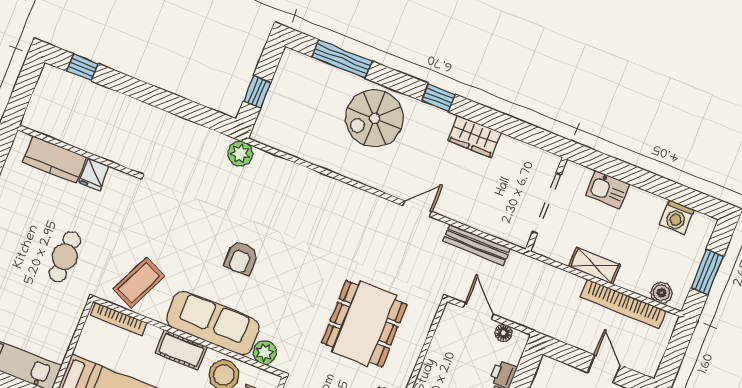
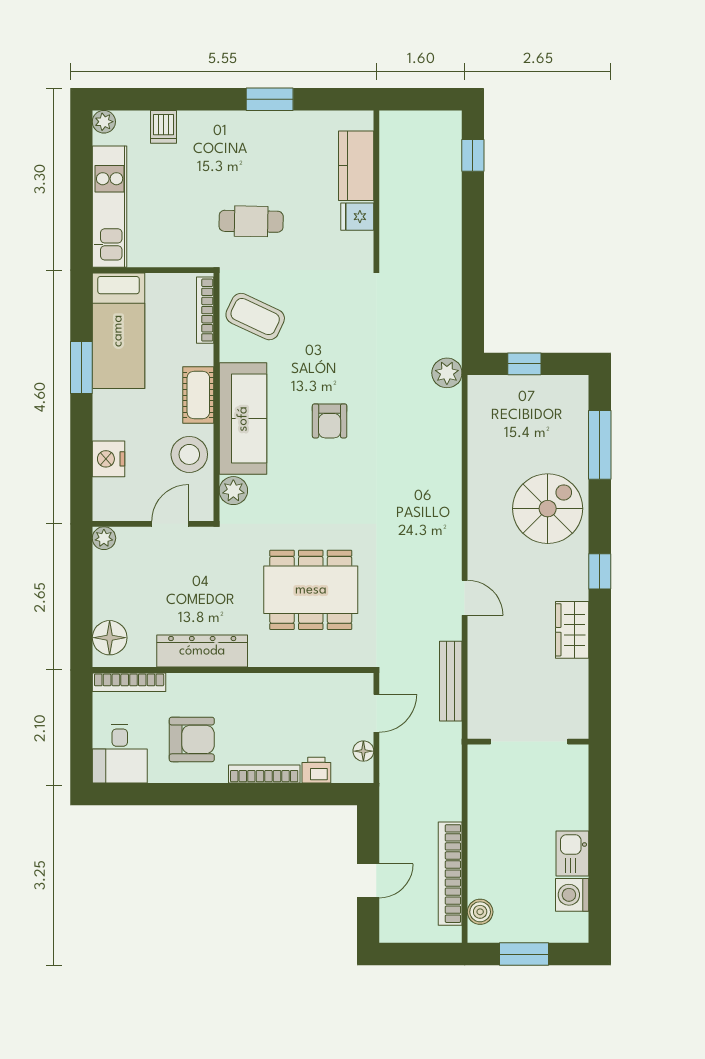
spiral stairs: (374, 118) -> (548, 509), turned 90
kitchen sink: (608, 190) -> (572, 854), moved
armchair: (241, 258) -> (330, 421), turned -90
shelving: (595, 266) -> (480, 824), removed

